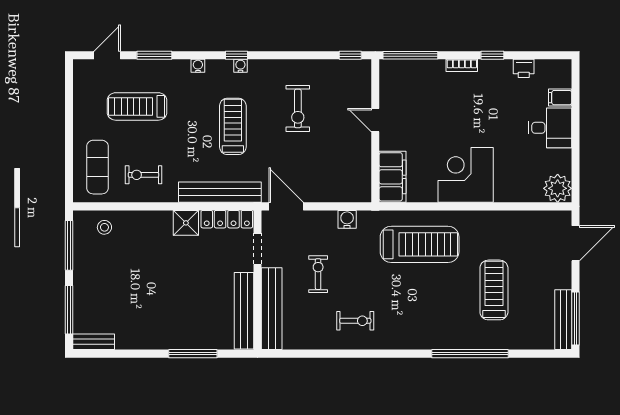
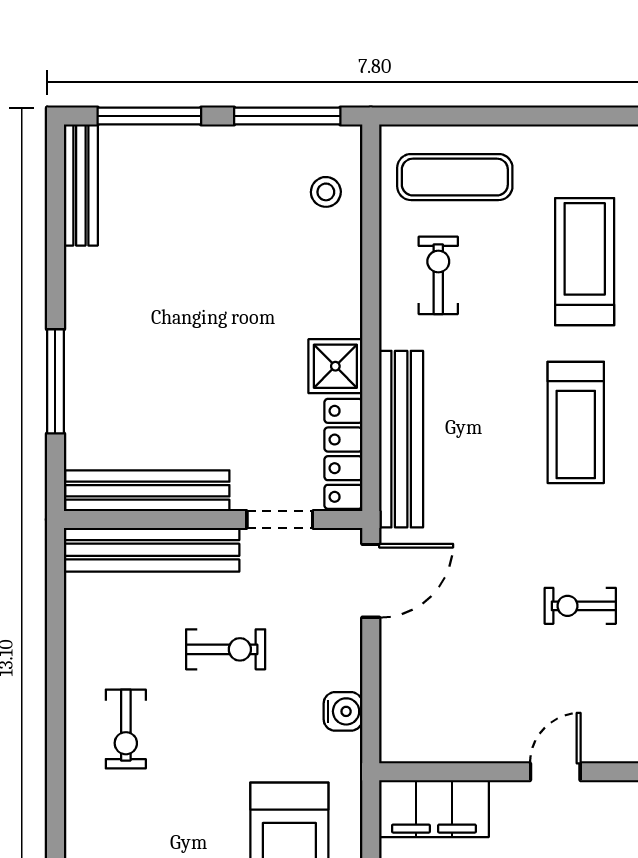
exercise bike: (298, 108) -> (580, 606), width x0.73, depth x0.72
treadmill: (233, 126) -> (576, 422), moved, turned 90
bench: (94, 342) -> (81, 185), width x1.36

